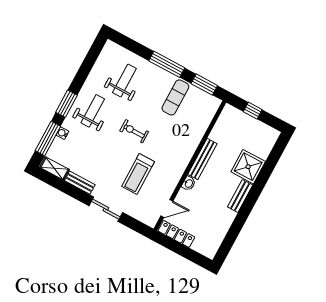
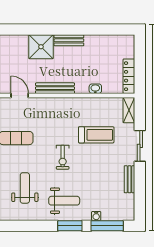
weight bench: (124, 81) -> (25, 188), turned 90
weight bench: (93, 111) -> (64, 201), turned 180
shelving: (54, 168) -> (129, 110), moved
washbasin: (189, 183) -> (95, 89), moved
door: (167, 209) -> (20, 96), moved

